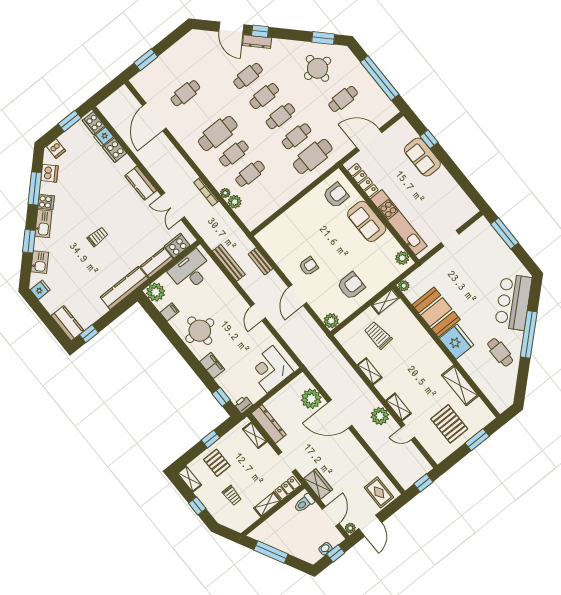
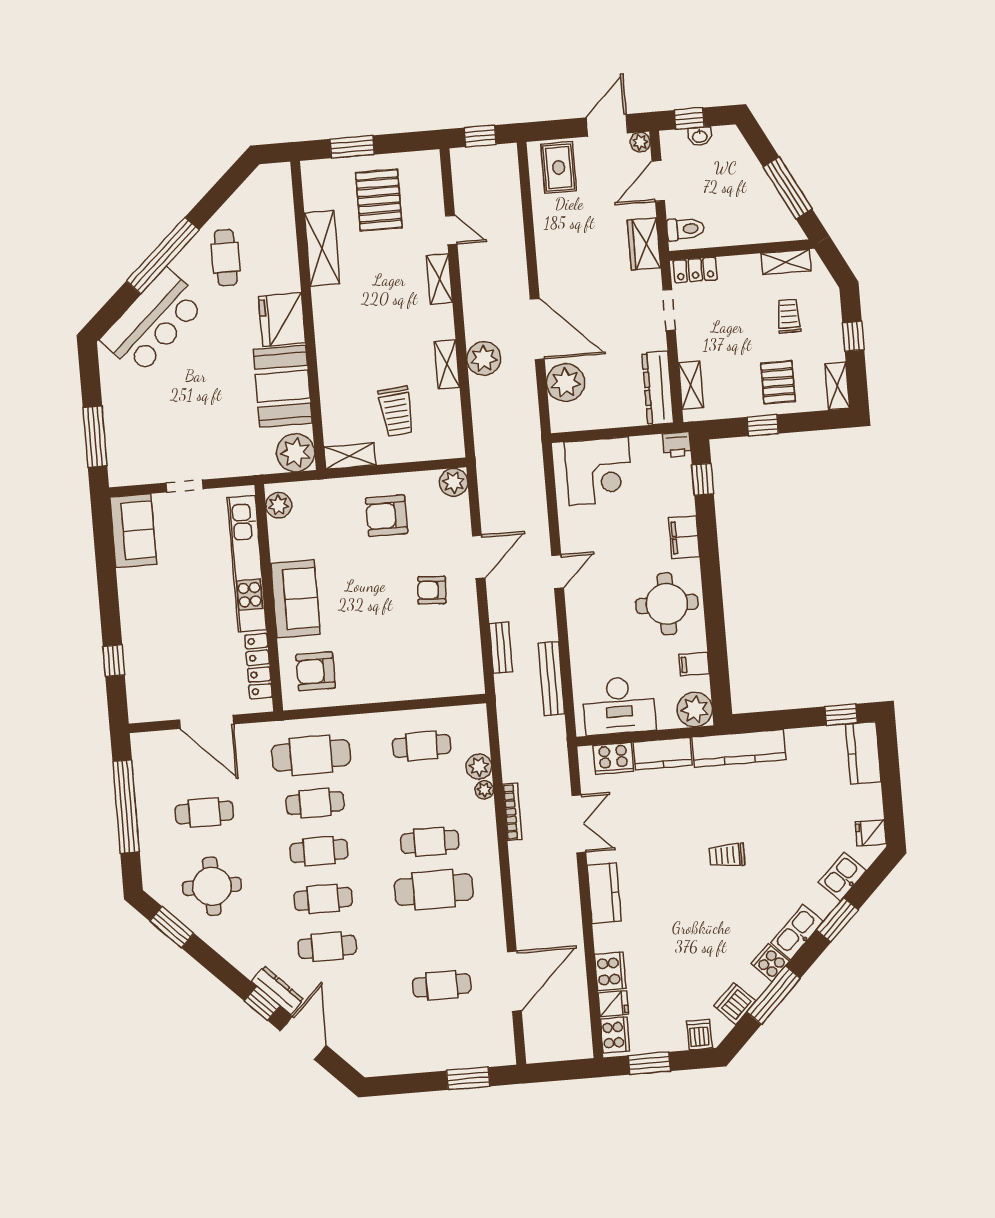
sofa: (422, 157) -> (133, 531), moved
cafe table: (250, 174) -> (422, 746), moved
plant: (404, 286) -> (296, 453), width x1.87, depth x1.87
plant: (380, 416) -> (484, 358), moved
shelving: (267, 504) -> (786, 262), moved

